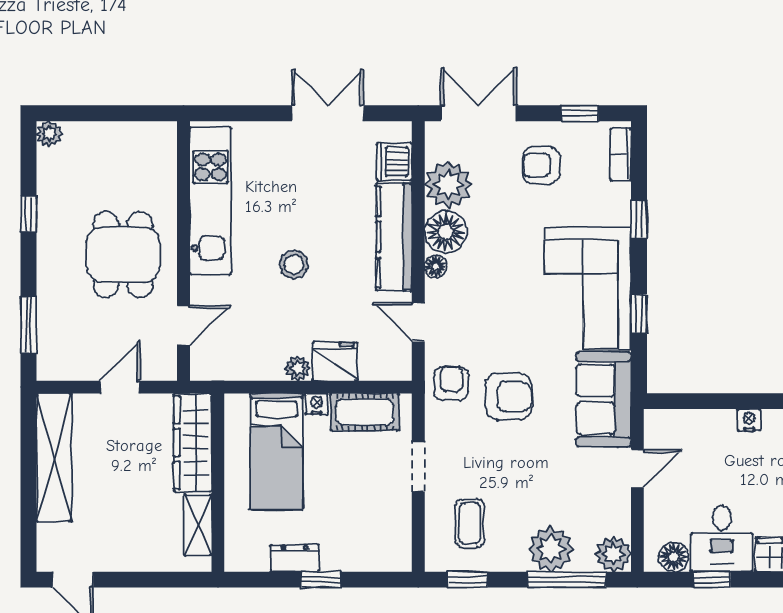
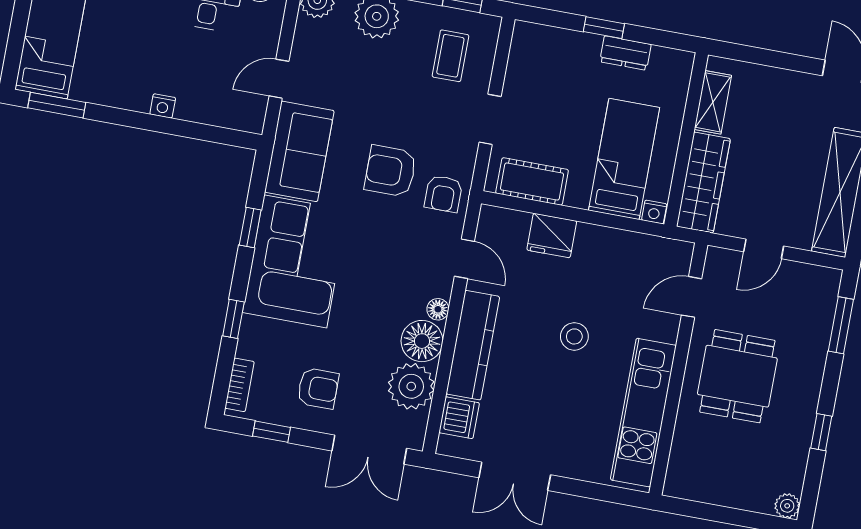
plant: (298, 368) -> (589, 236), removed
nightstand: (317, 404) -> (654, 212), moved

